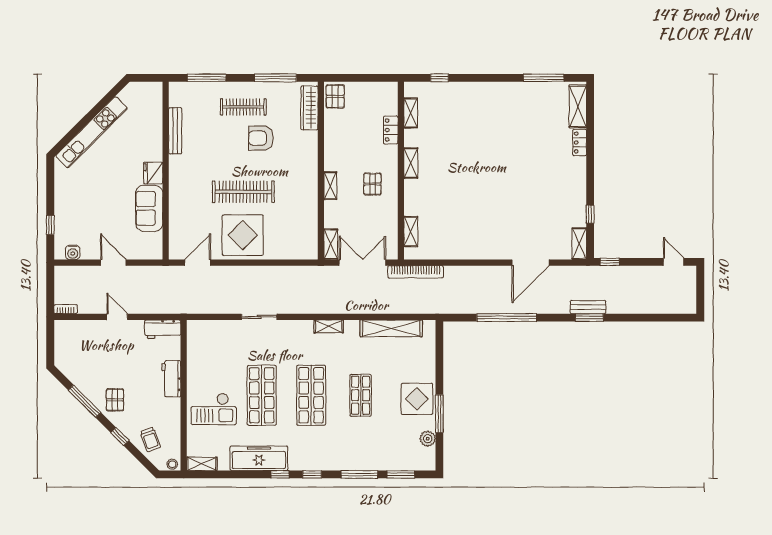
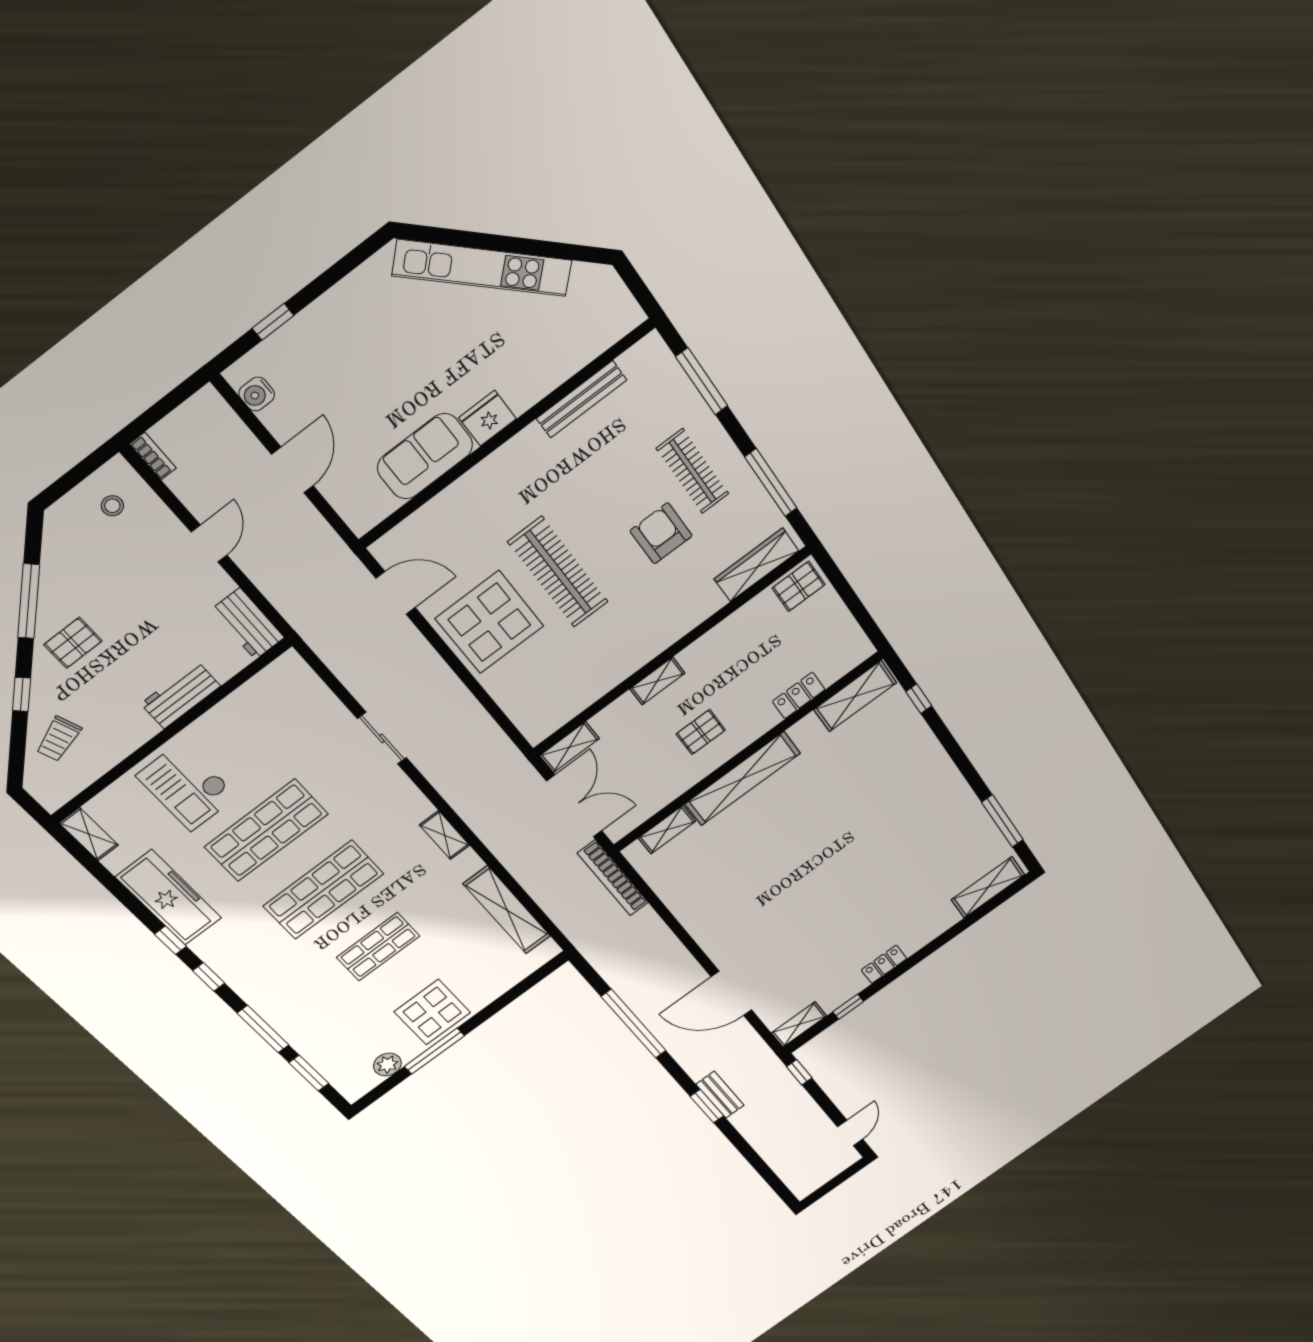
shelving: (411, 113) -> (855, 696), width x1.50, depth x1.33
locker: (580, 143) -> (884, 964), moved
shelving: (411, 163) -> (743, 779), width x2.20, depth x1.33
stool: (172, 464) -> (112, 506), moved

